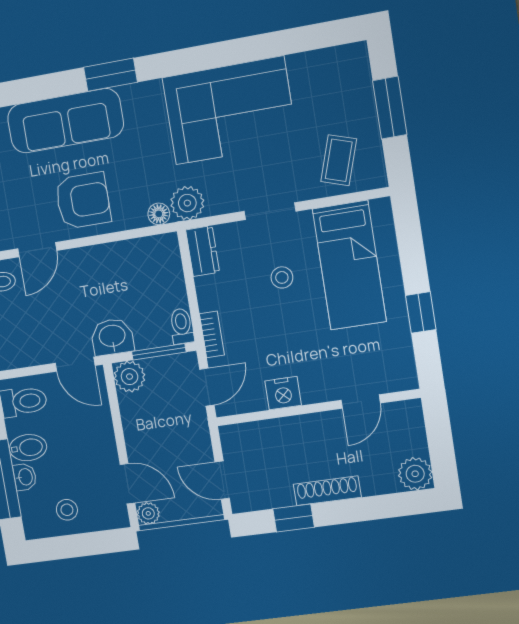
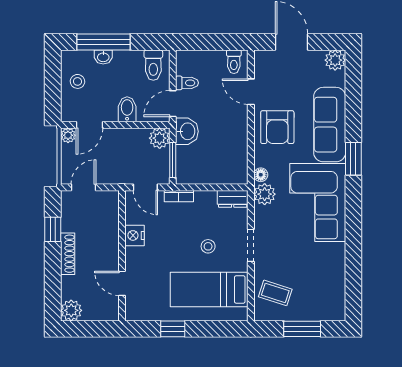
corner sofa: (230, 111) -> (318, 203), moved
toilet: (182, 326) -> (187, 83), moved
bidet: (28, 448) -> (127, 109), moved, turned 180

